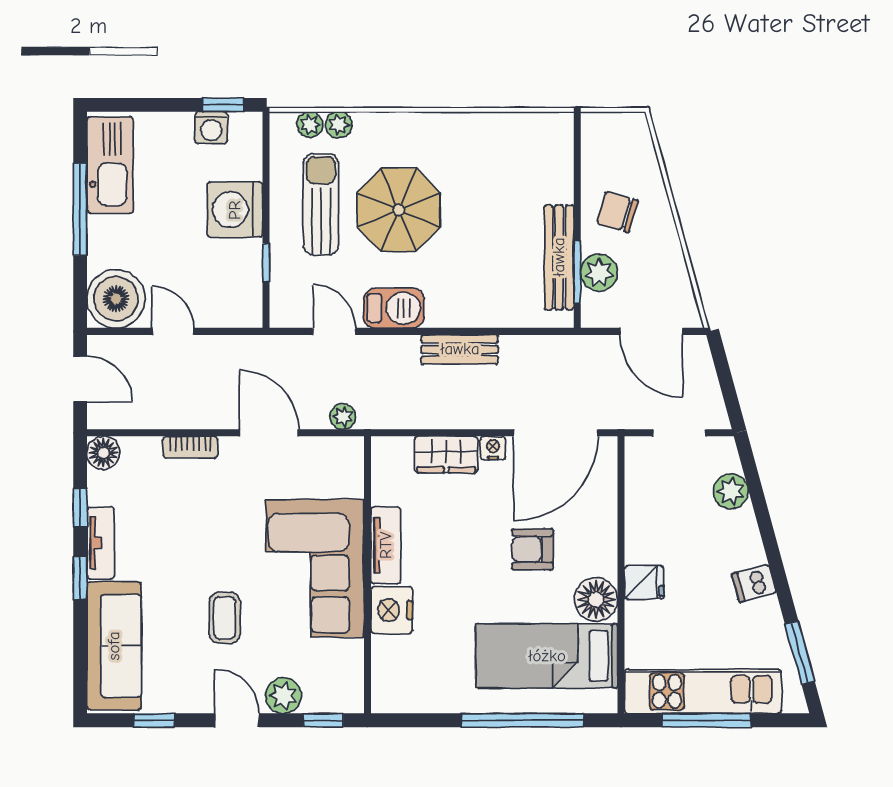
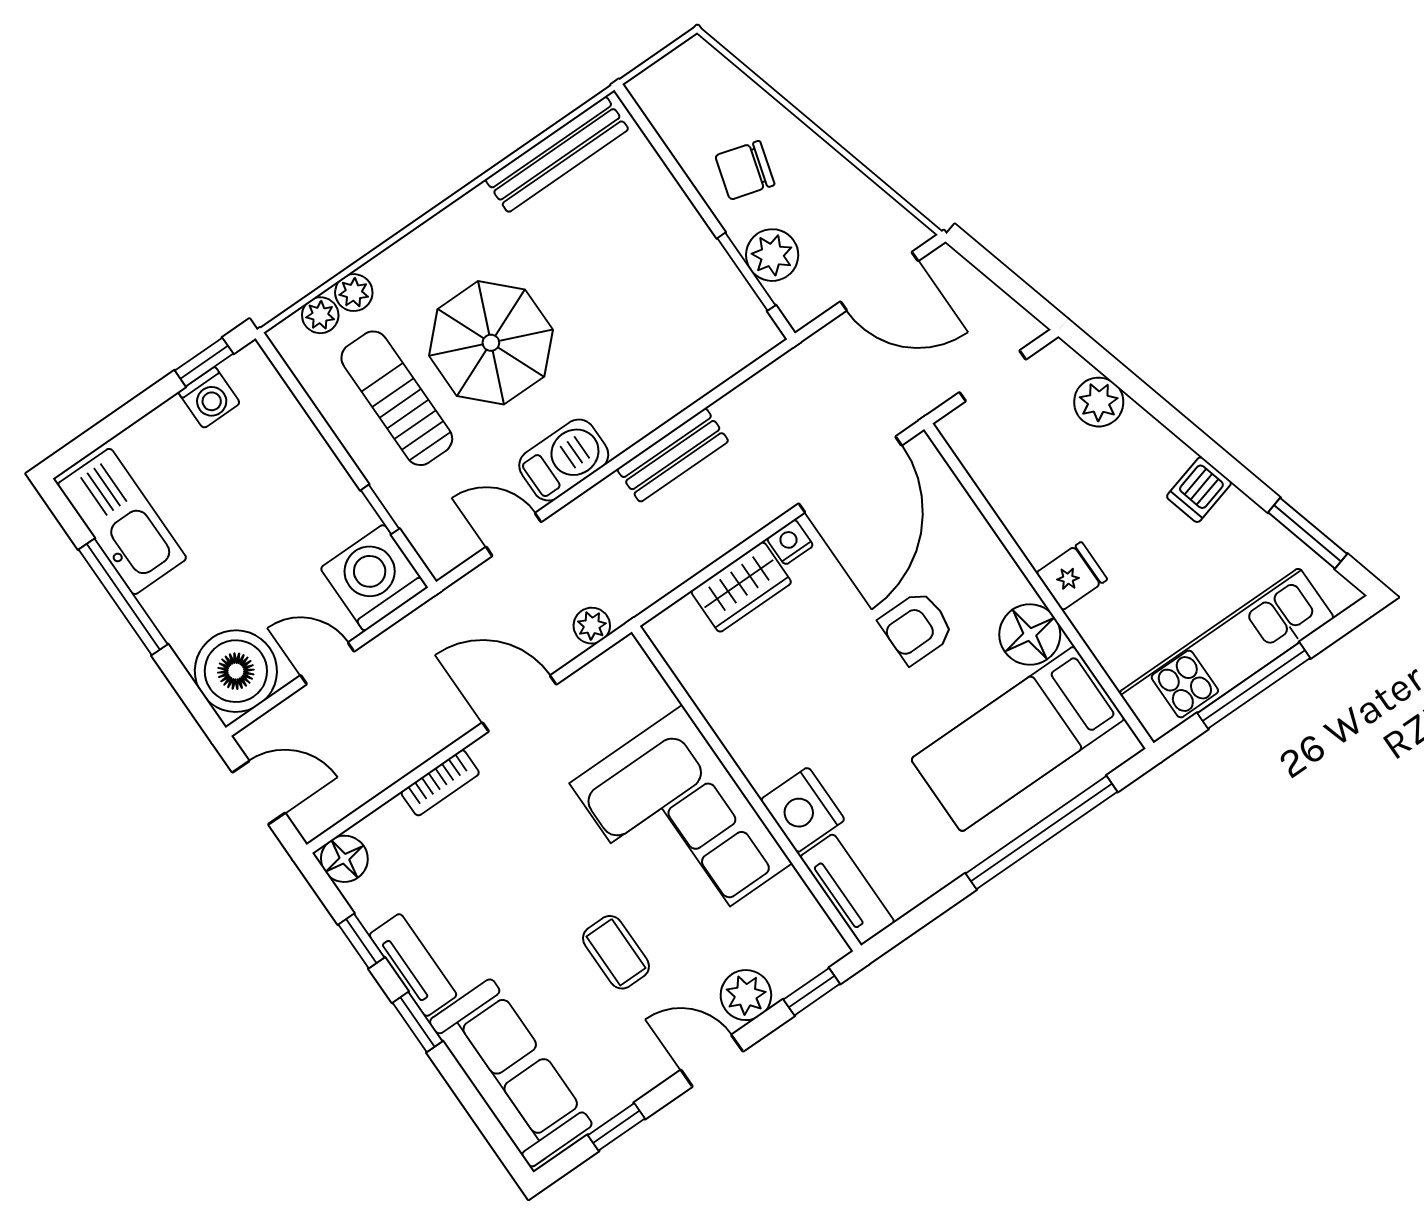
washing machine: (235, 210) -> (374, 578), moved, turned 90
bench: (559, 257) -> (557, 154), moved, turned 90
tv unit: (386, 545) -> (847, 889), moved

